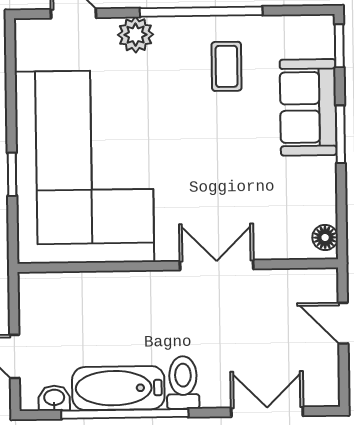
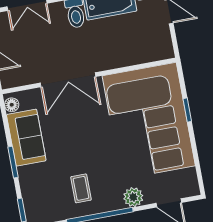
sofa: (308, 107) -> (26, 138), moved
double door: (217, 265) -> (68, 80), width x1.37

